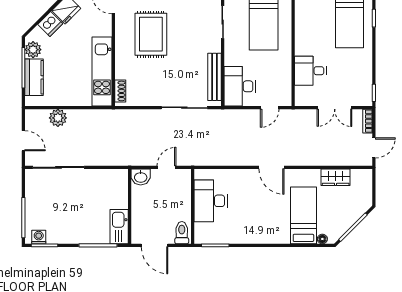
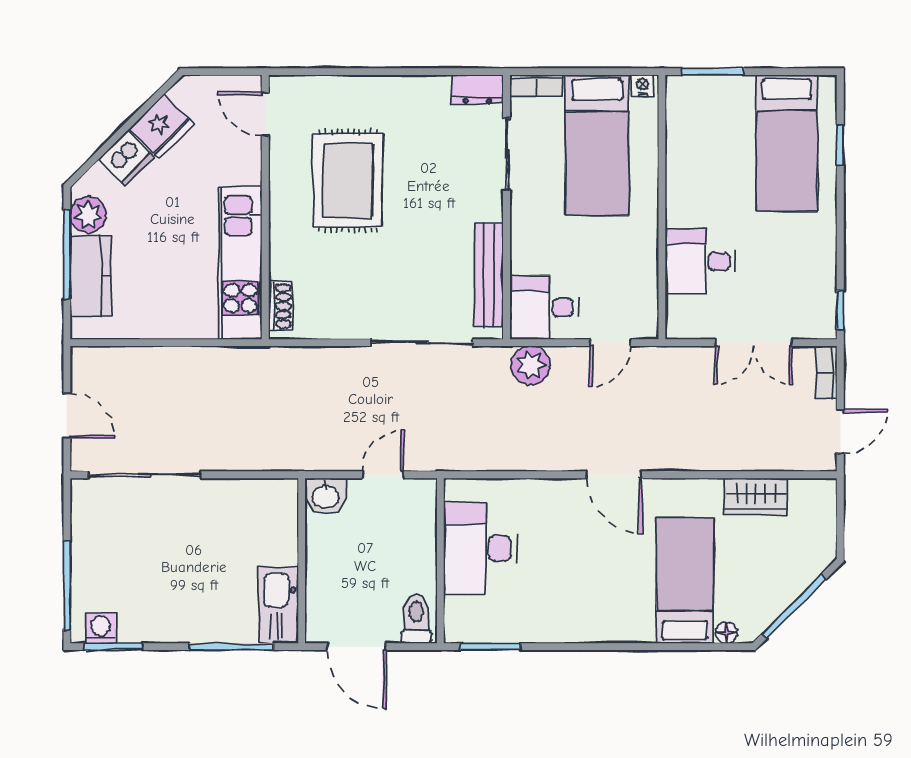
desk: (240, 86) -> (544, 307), width x0.73
plant: (58, 118) -> (531, 365), moved

